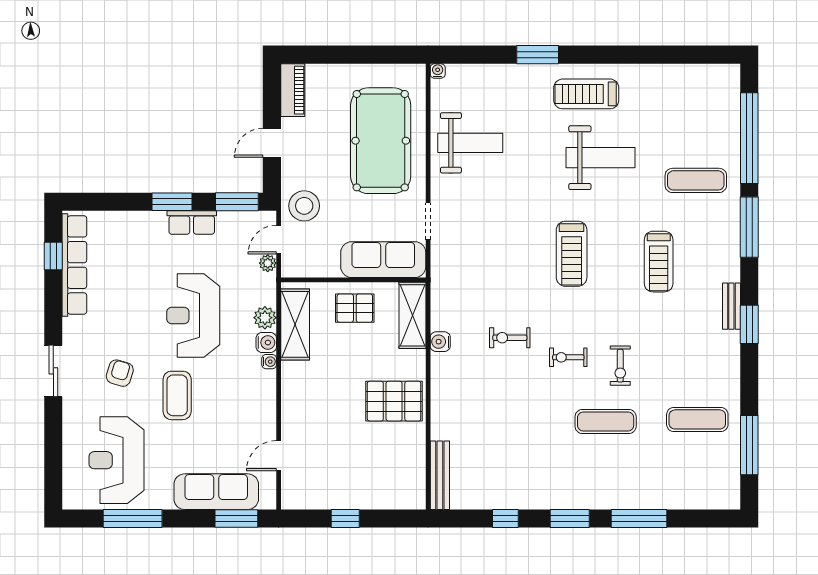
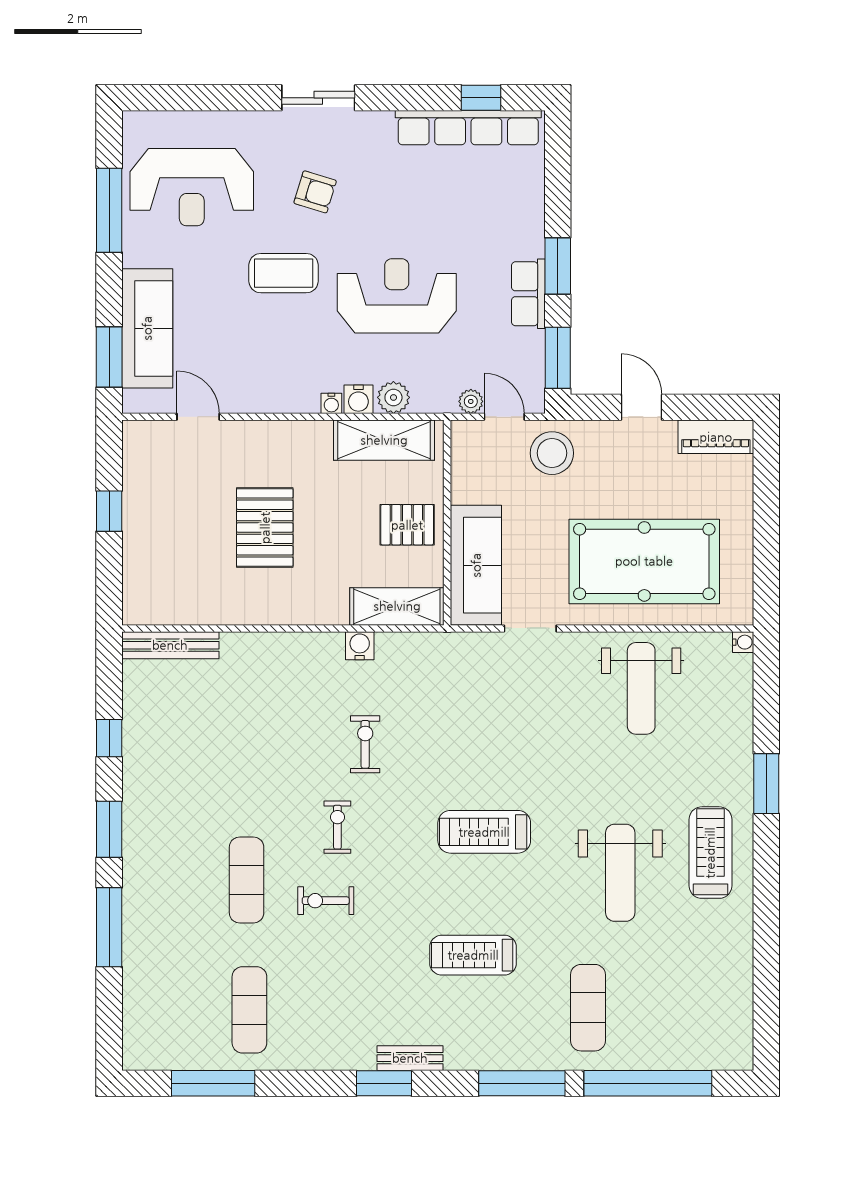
pallet: (355, 308) -> (407, 525), turned 90
pallet: (394, 401) -> (265, 528), moved
reception desk: (116, 460) -> (192, 187), turned 180

